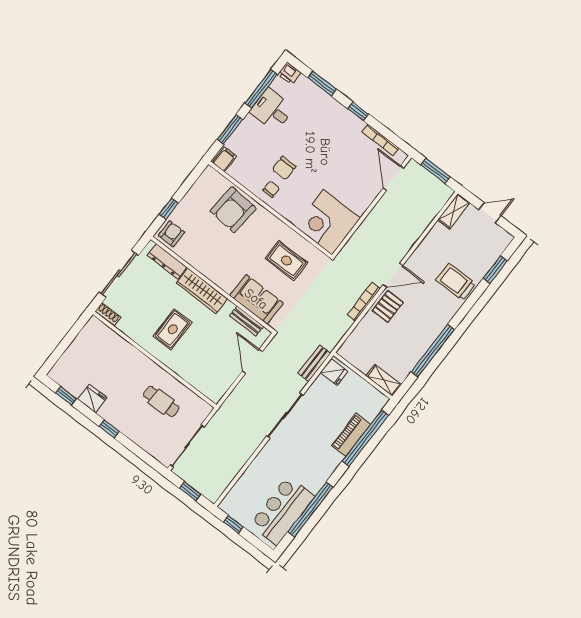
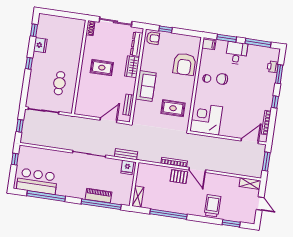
printer: (289, 73) -> (273, 67), moved
desk: (272, 110) -> (237, 53), moved
armchair: (233, 210) -> (184, 64), turned -95
rug: (286, 261) -> (173, 108), turned 90
wardrobe: (202, 291) -> (132, 67), width x0.67
sofa: (256, 299) -> (146, 86), moved

